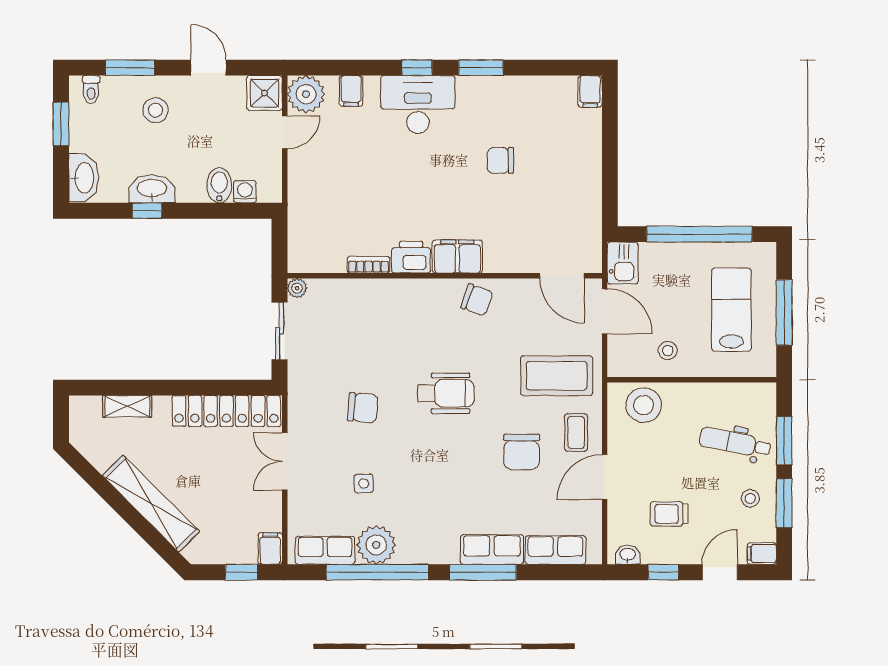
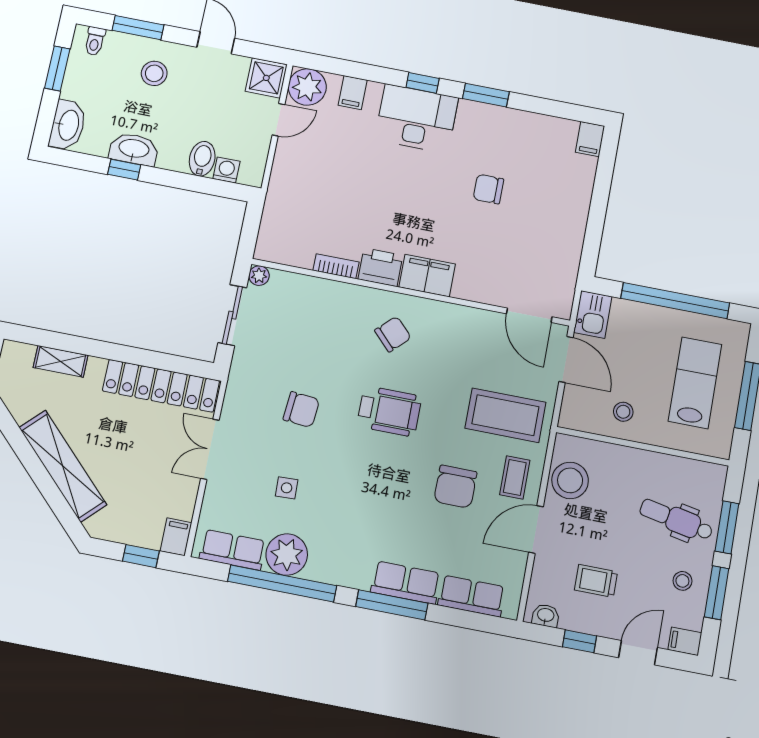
chair: (477, 300) -> (393, 334), moved, turned -64
stool: (644, 405) -> (570, 480), moved

